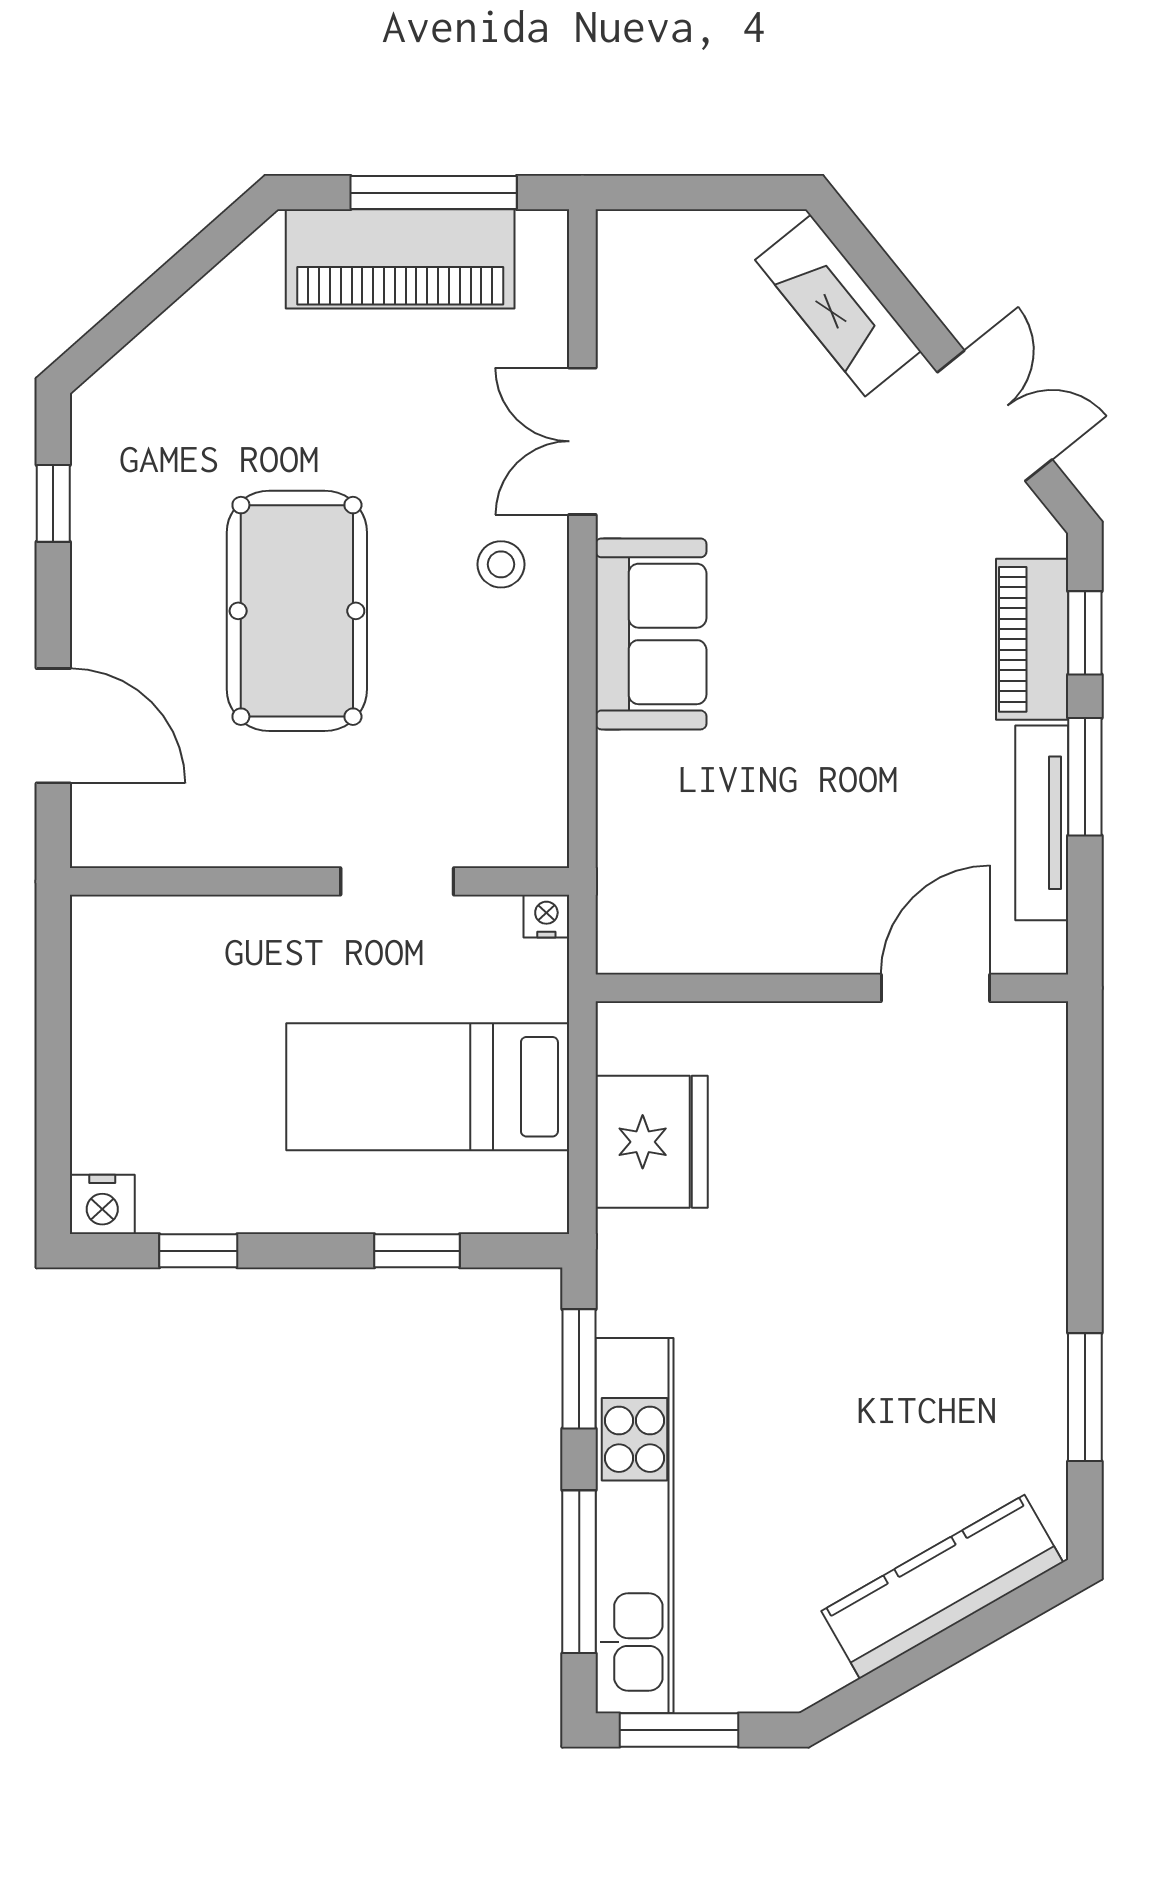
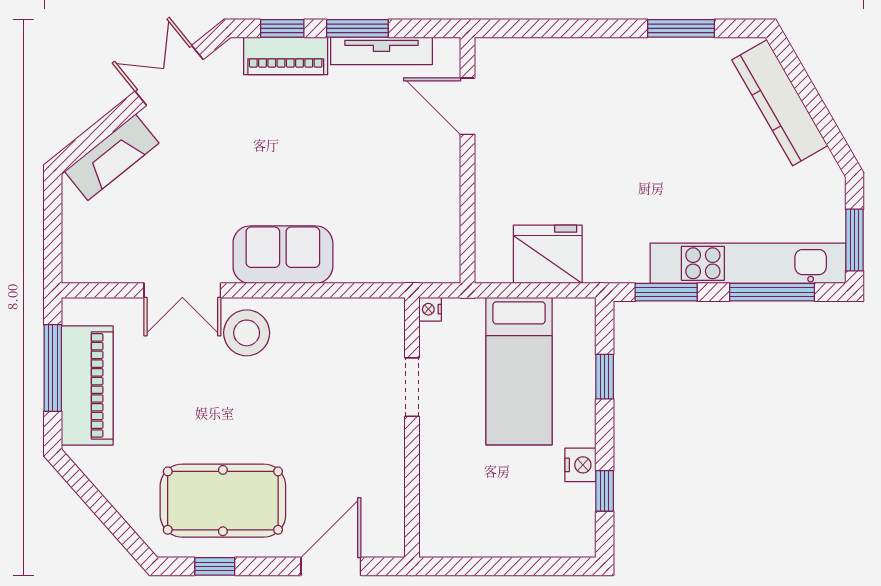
stool: (501, 564) -> (247, 333), width x1.89, depth x1.89
pool table: (297, 611) -> (223, 501), moved
nightstand: (102, 1204) -> (580, 465), moved

